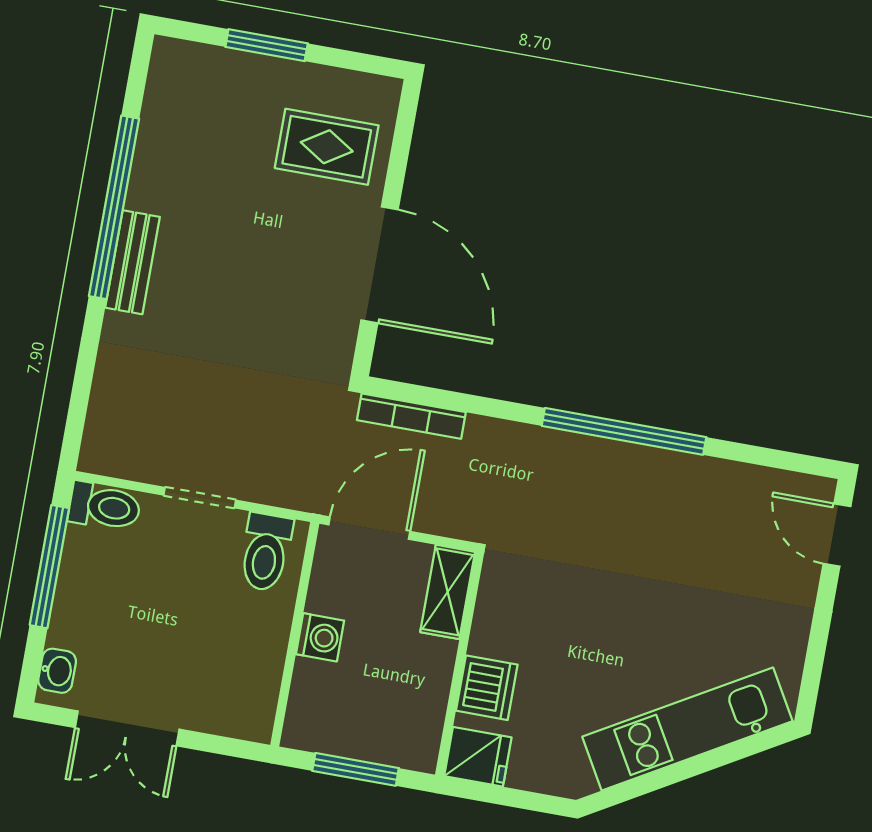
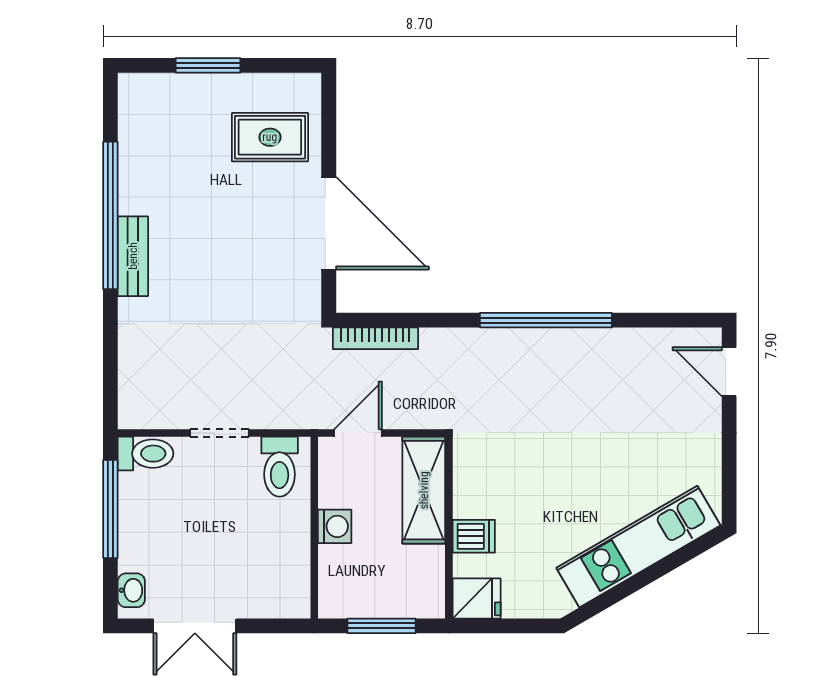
door: (369, 528) -> (358, 433), width x0.73
shelving: (448, 592) -> (424, 490), width x1.50, depth x1.33
dishwasher: (487, 688) -> (474, 536), width x0.73

